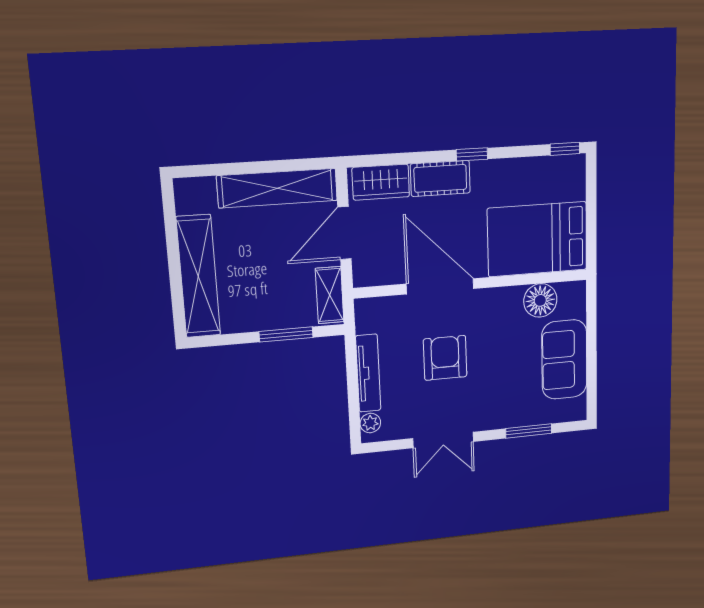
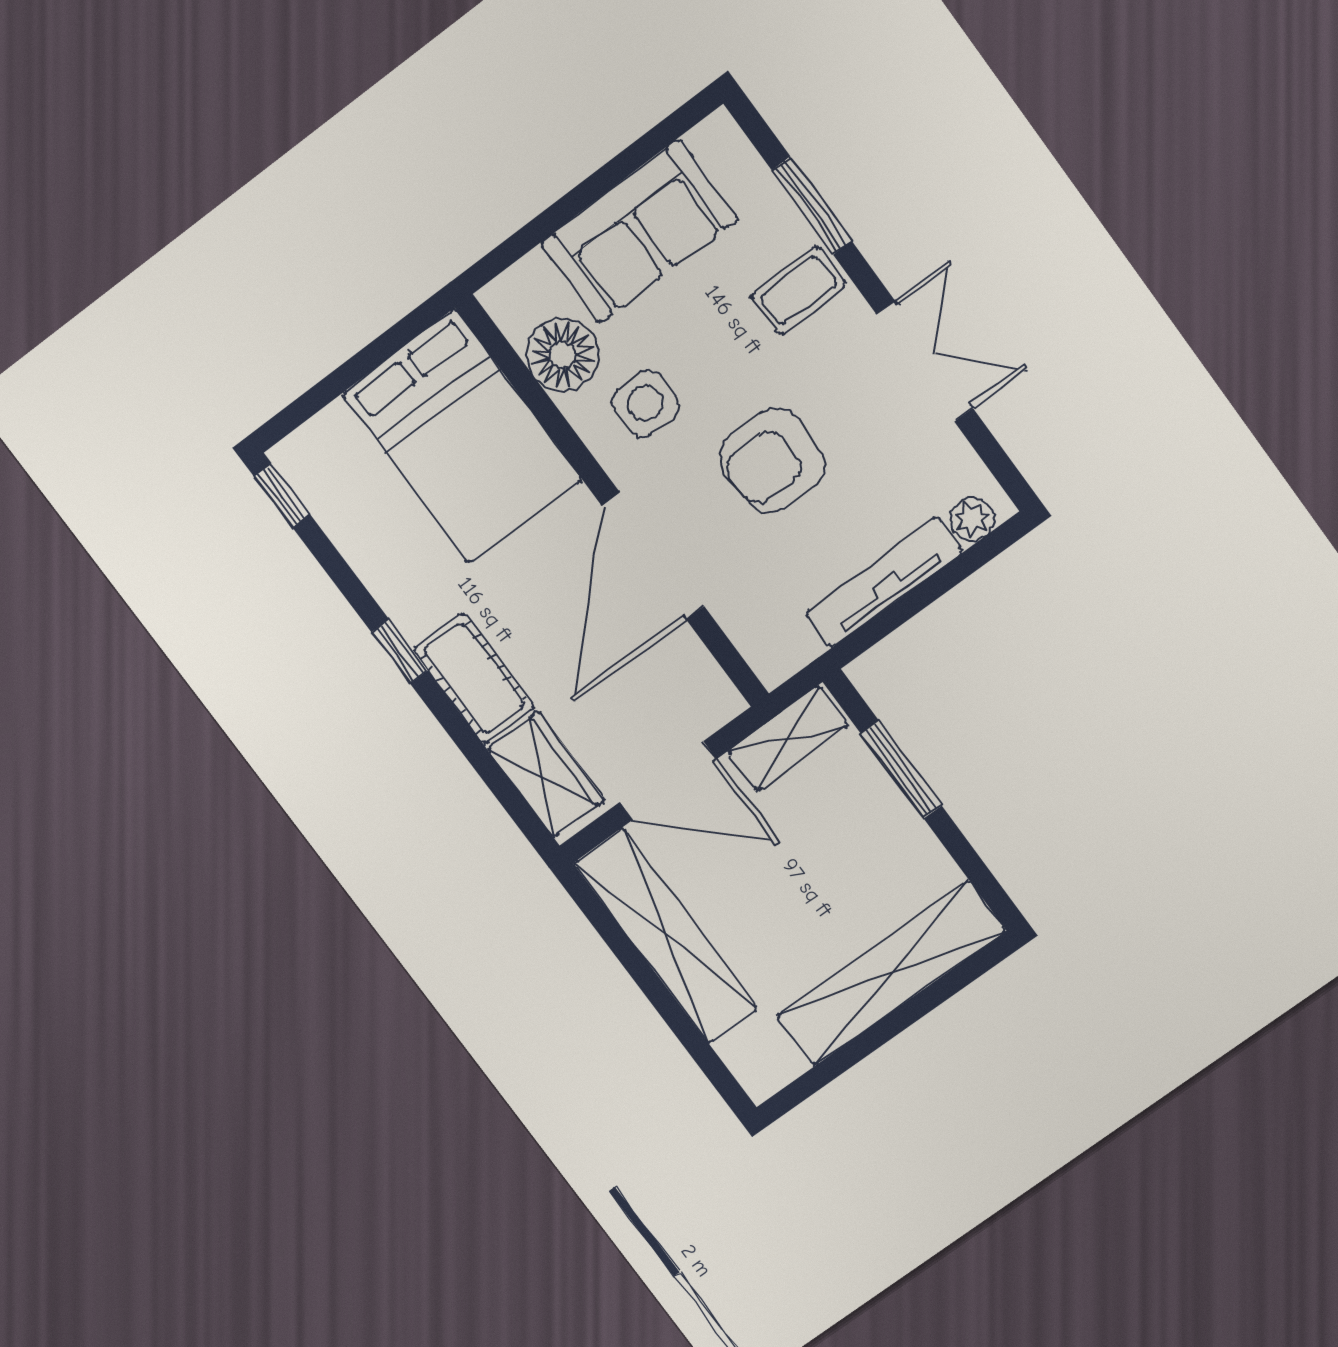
side table: (500, 321) -> (645, 403), added
coffee table: (502, 407) -> (798, 290), added

